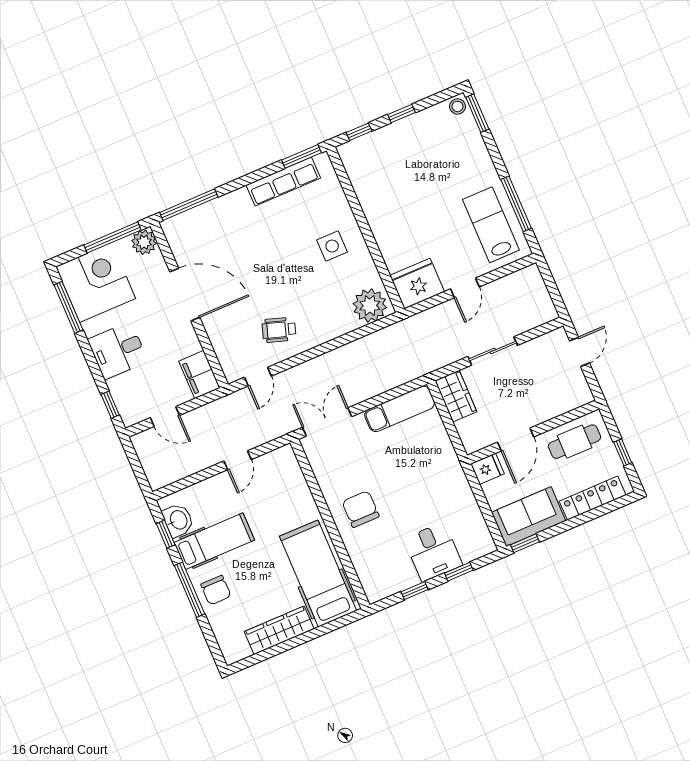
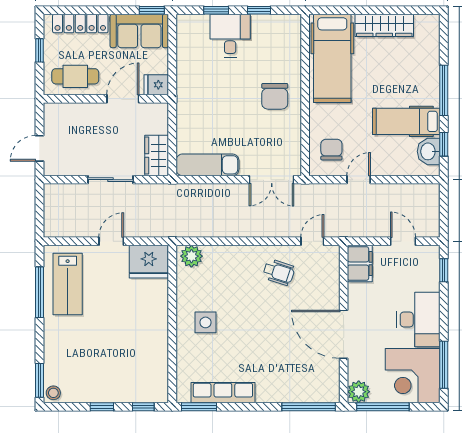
plant: (370, 306) -> (191, 256), width x0.73, depth x0.73
desk: (118, 350) -> (418, 319), width x1.37
chair: (216, 590) -> (331, 150), moved

